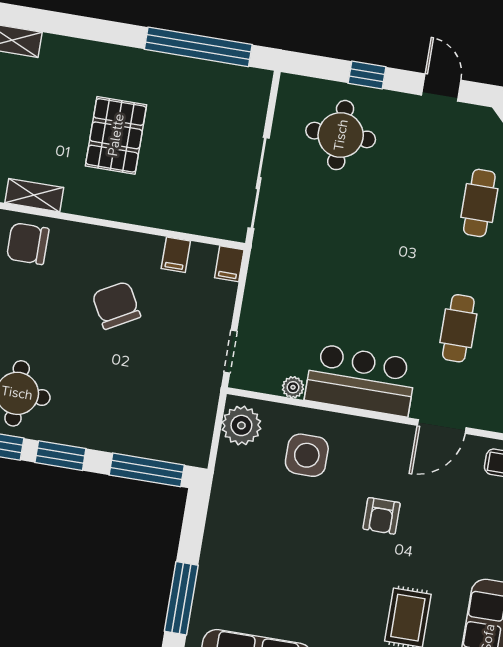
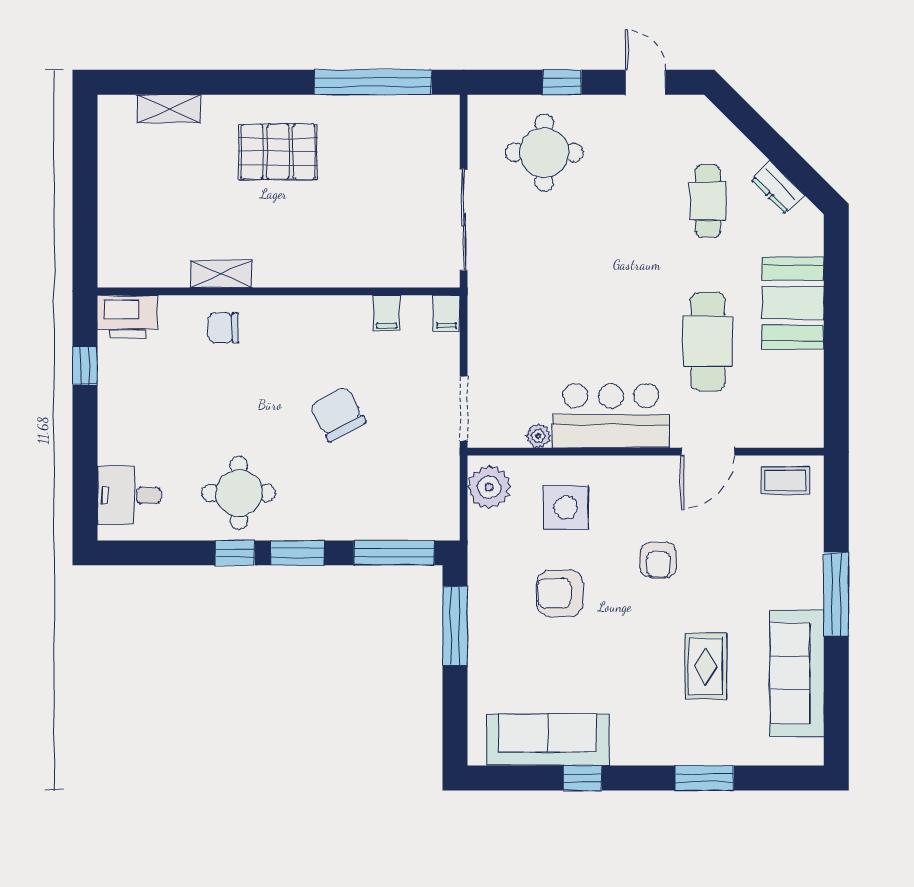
pallet: (116, 135) -> (278, 152), moved, turned 90
chair: (28, 244) -> (223, 328), width x0.73, depth x0.73
chair: (116, 305) -> (338, 414), moved
cafe table: (458, 328) -> (708, 341), width x1.37, depth x1.35
doorway: (230, 352) -> (464, 409), width x1.38
armchair: (289, 531) -> (560, 593), added
window: (181, 598) -> (455, 626), moved

